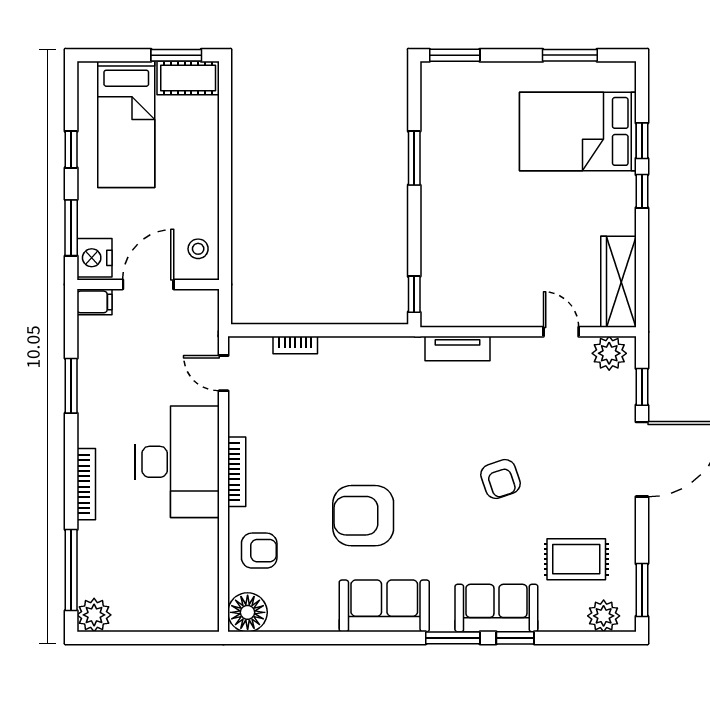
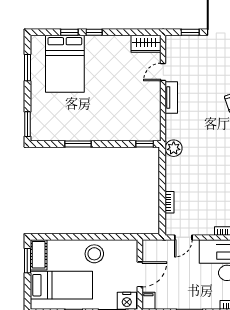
stool: (198, 249) -> (94, 254), moved, width x1.89, depth x1.89
wardrobe: (618, 282) -> (146, 44), width x0.67
door: (148, 284) -> (140, 274), swing flipped
tv unit: (458, 349) -> (171, 98), moved
plant: (609, 353) -> (174, 148), moved

